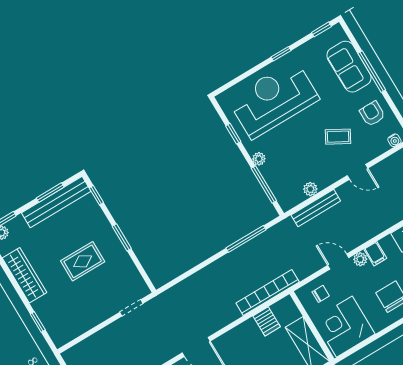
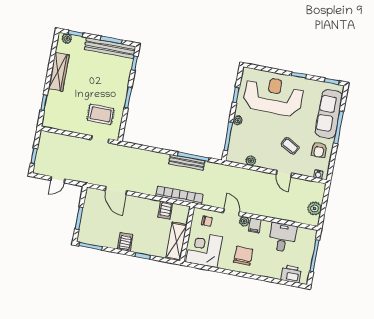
sofa: (349, 67) -> (329, 114), width x1.36
armchair: (372, 114) -> (319, 150), turned 180
bench: (316, 208) -> (187, 162), moved
rug: (83, 261) -> (101, 114), moved

